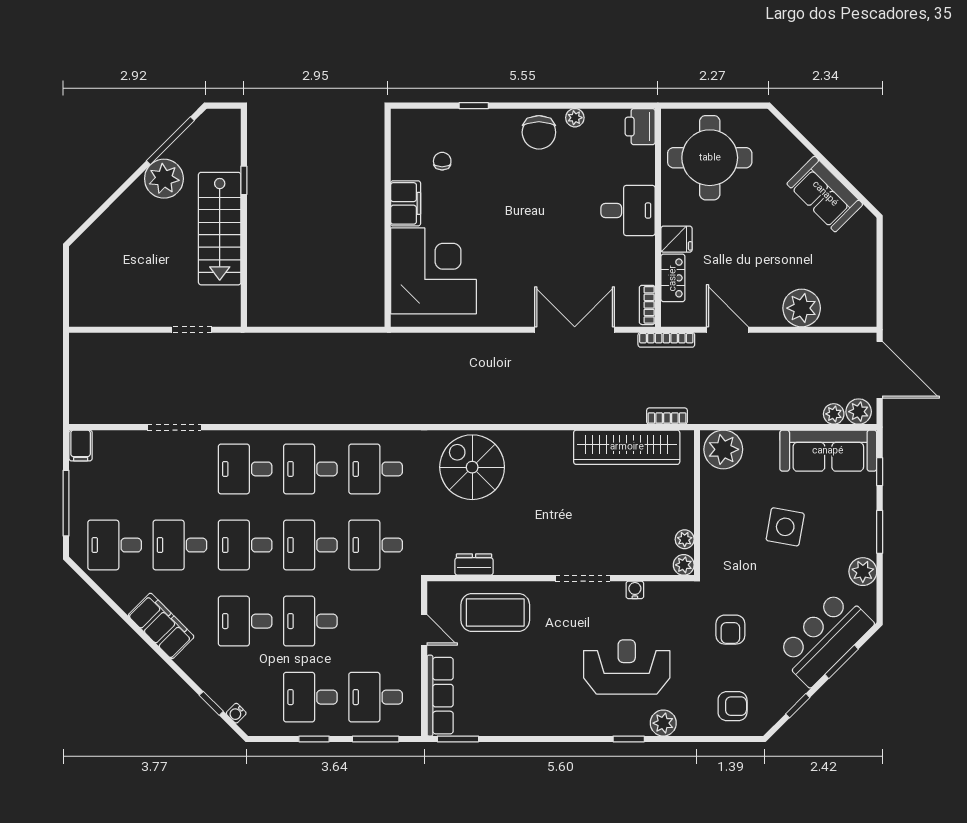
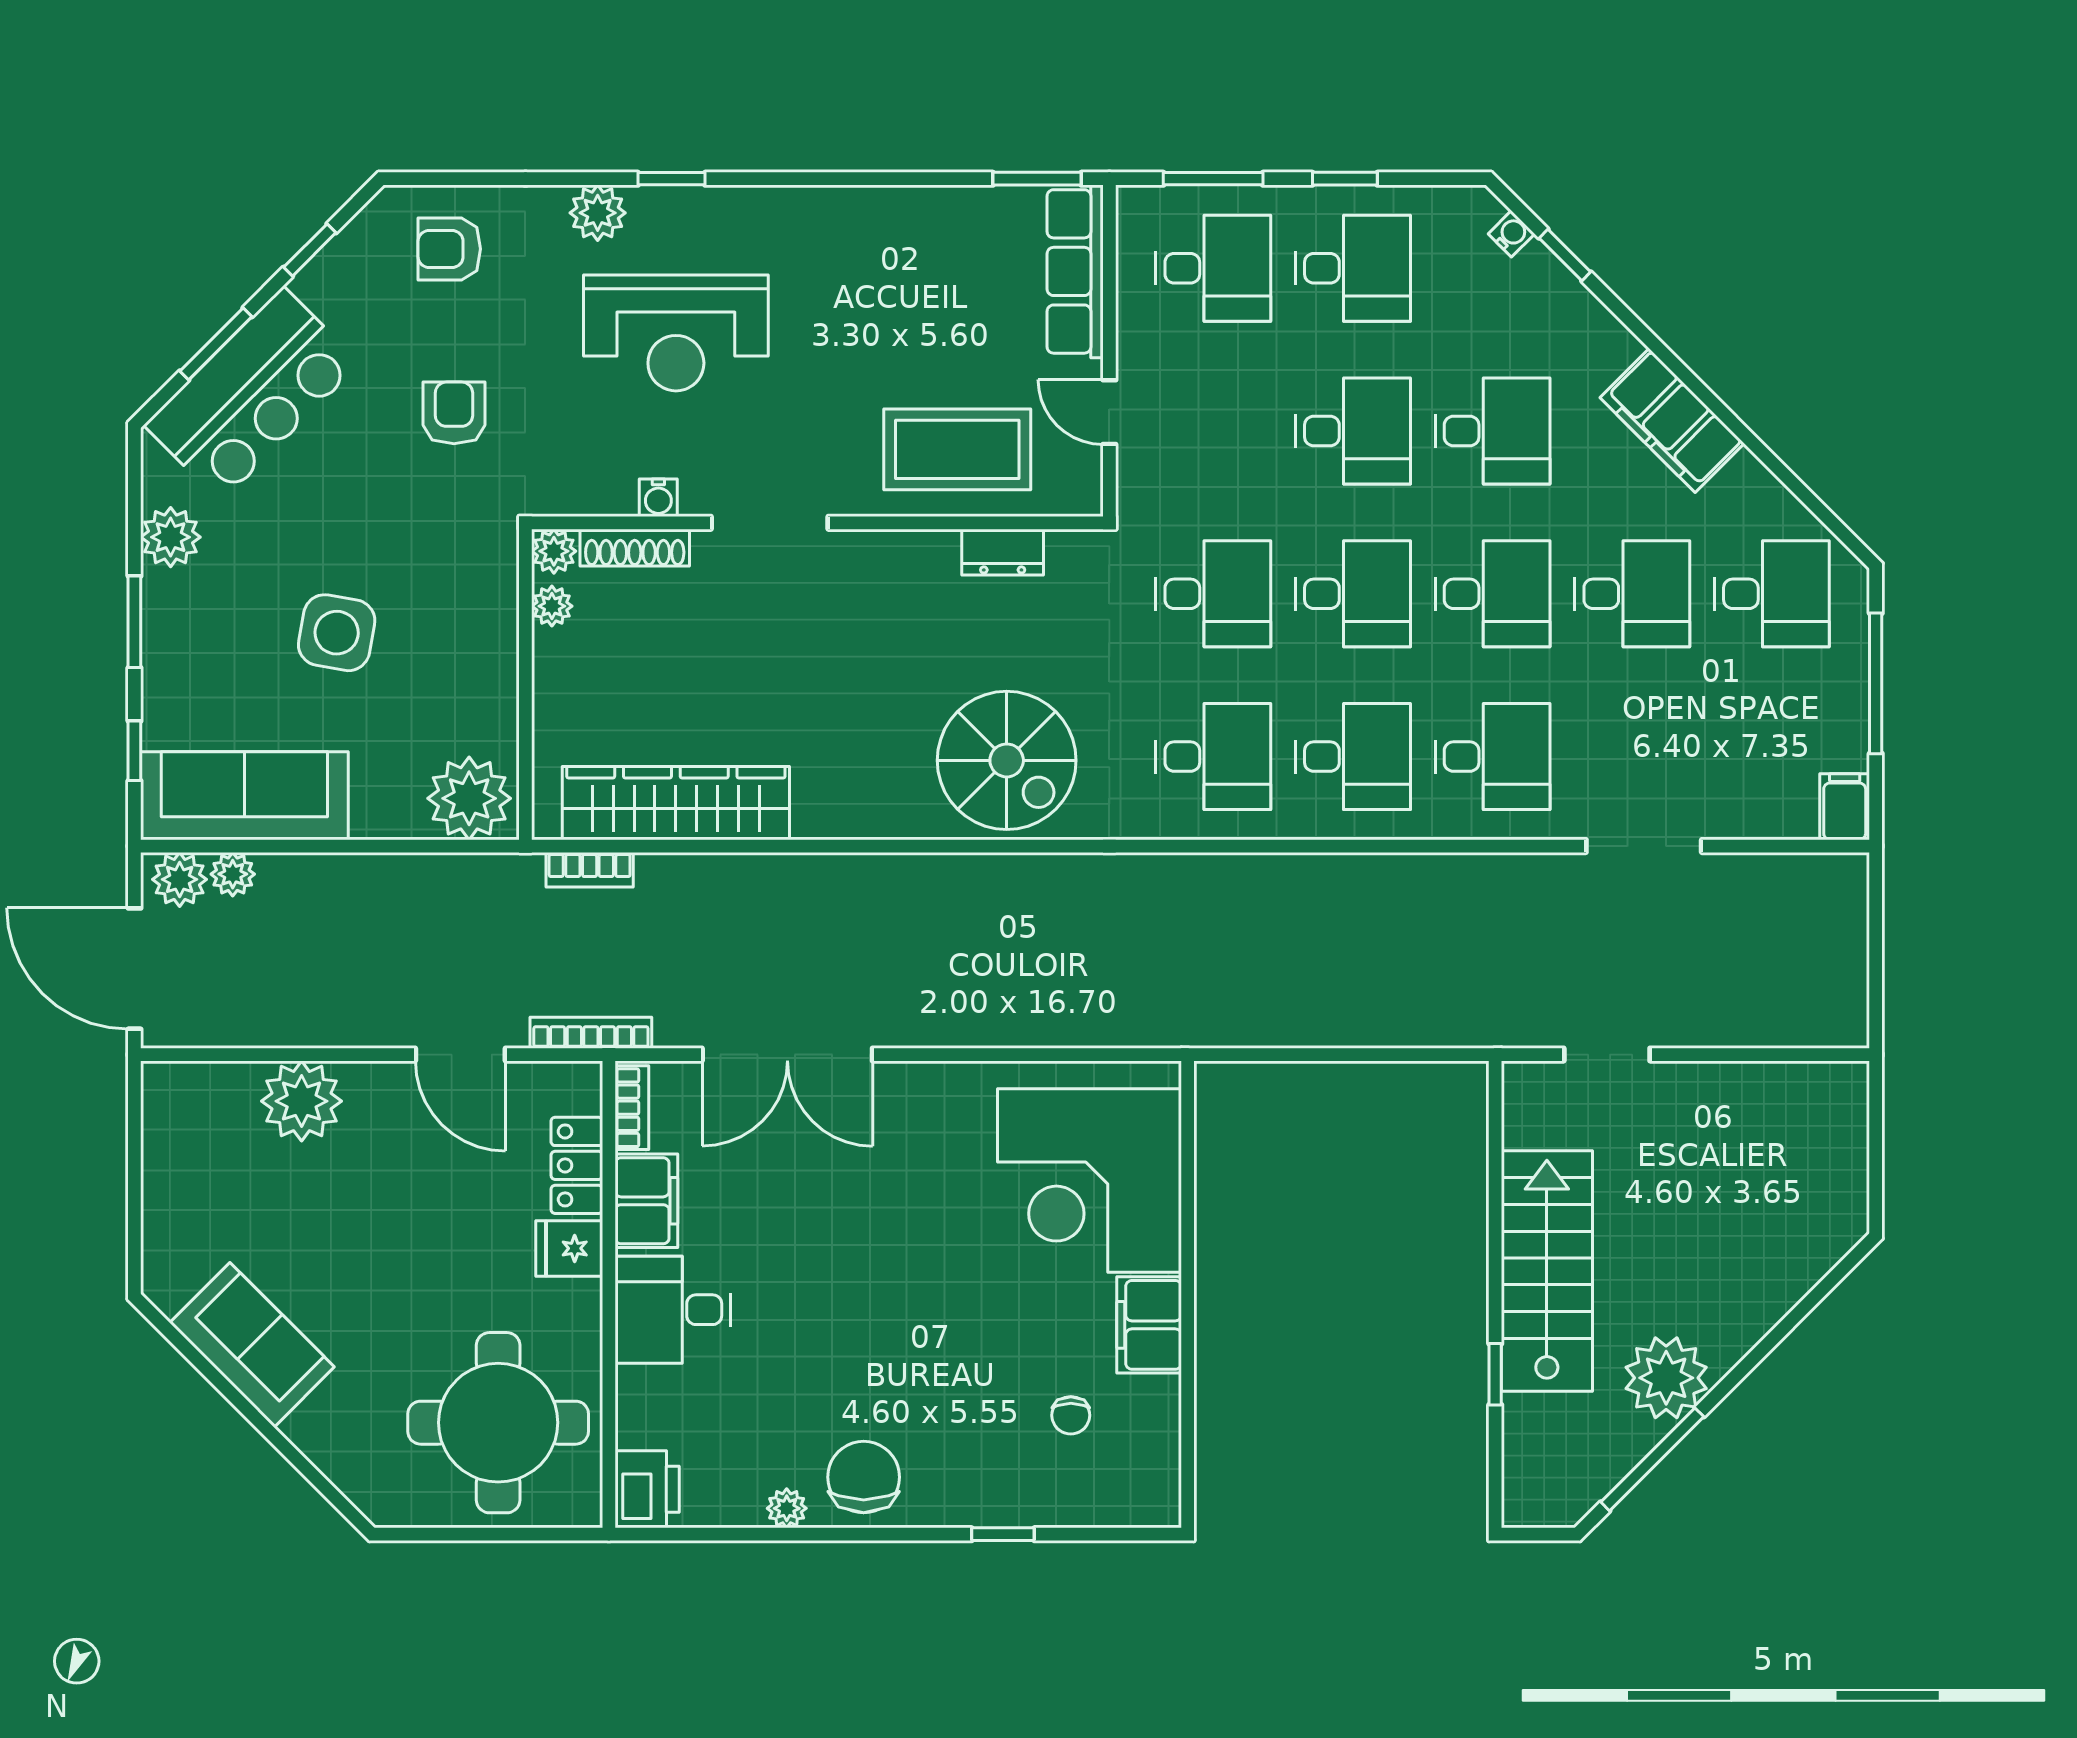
filing cabinet: (640, 261) -> (646, 1201), added
shoe rack: (646, 567) -> (635, 548), added

